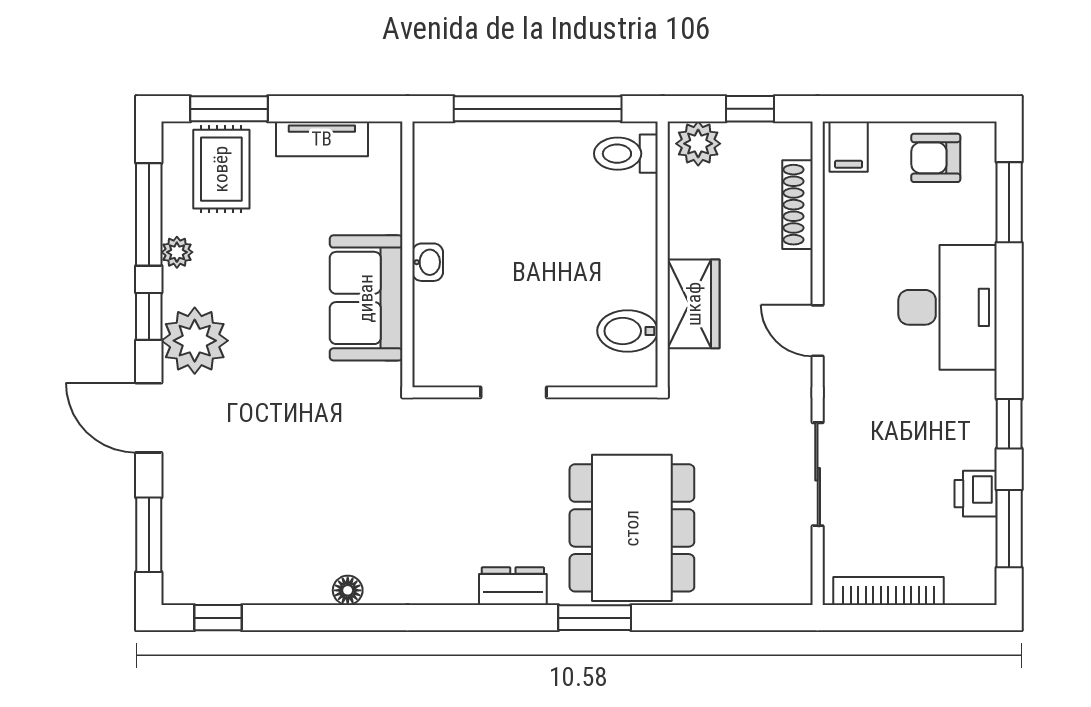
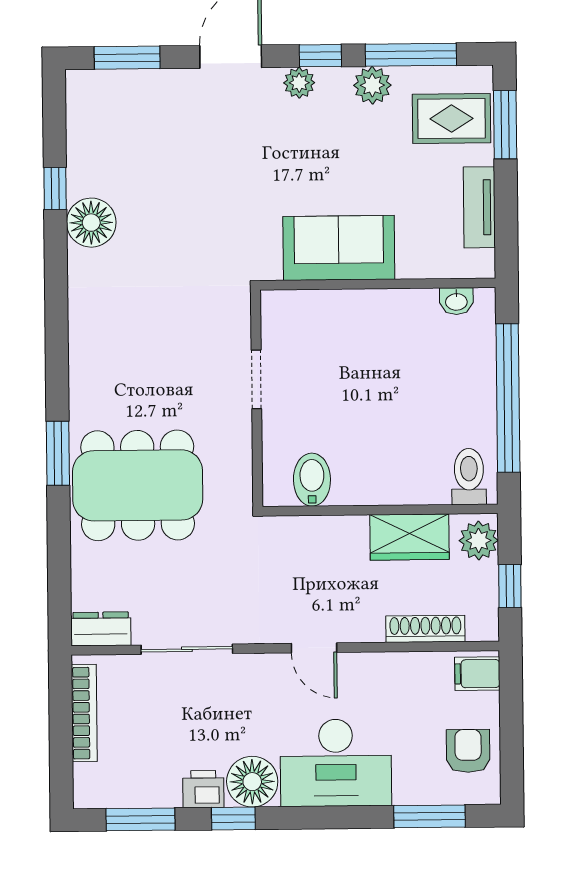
plant: (177, 252) -> (372, 85), width x1.38, depth x1.38
washbasin: (428, 262) -> (456, 301), moved
wardrobe: (694, 304) -> (409, 537), moved
door: (818, 331) -> (314, 648), swing flipped
plant: (195, 341) -> (299, 83), width x0.53, depth x0.53
floor lamp: (968, 402) -> (252, 782), added
printer: (976, 494) -> (203, 789), moved
dresser: (513, 586) -> (101, 629), moved, turned -90
floor lamp: (348, 590) -> (91, 223), width x1.89, depth x1.89
window: (218, 618) -> (55, 189), moved

